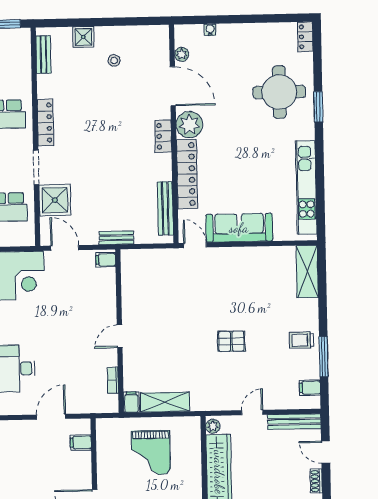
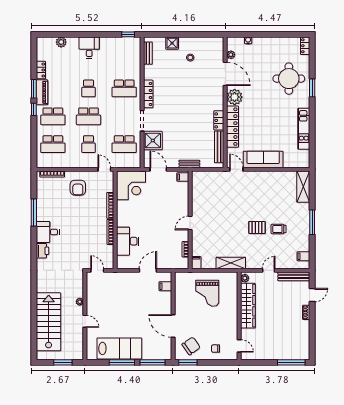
locker: (163, 136) -> (219, 120), moved
kitchen unit: (306, 187) -> (304, 129), width x0.73
trolley: (301, 340) -> (279, 229), moved
window: (324, 357) -> (312, 222), moved
shelving: (165, 402) -> (231, 263), moved
door: (326, 452) -> (312, 295), swing flipped

